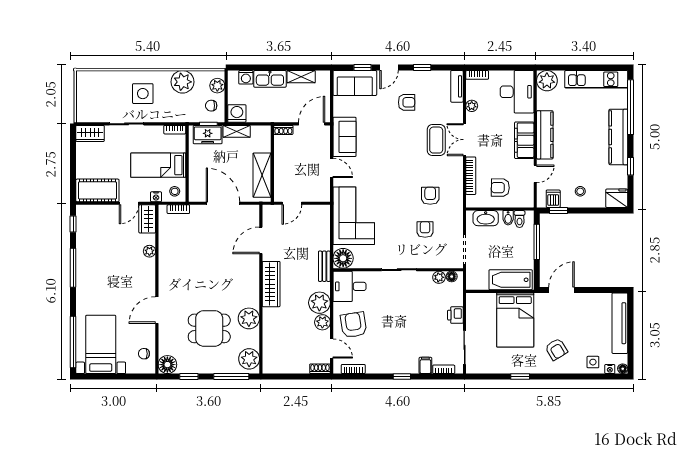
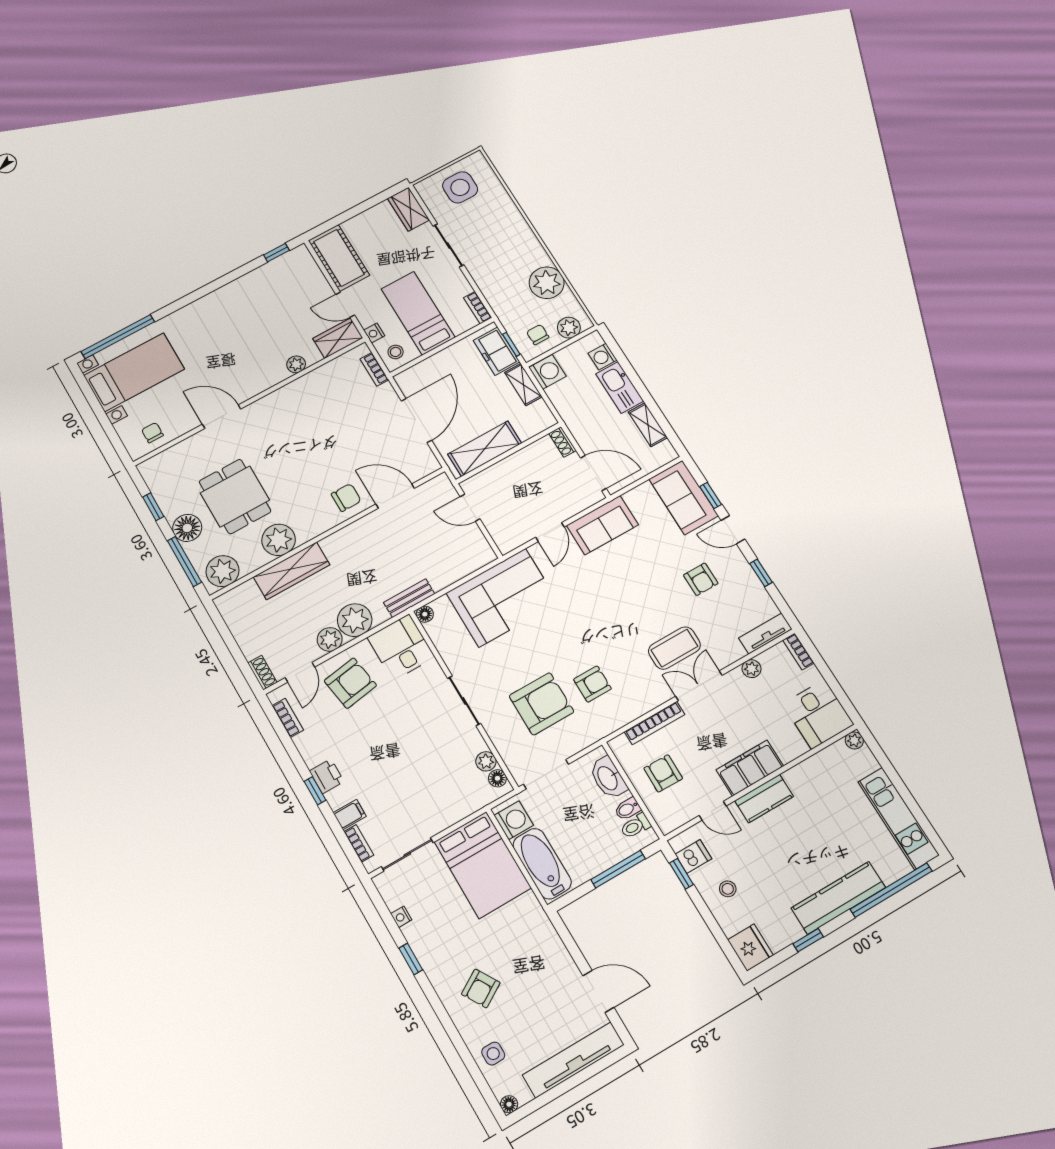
plant: (547, 81) -> (854, 740), width x0.53, depth x0.53
desk: (517, 92) -> (818, 714), width x0.73
side table: (143, 94) -> (460, 187), moved
kitchen counter: (545, 135) -> (764, 799), width x0.67
armchair: (425, 229) -> (541, 704), width x1.88, depth x1.88
floor lamp: (343, 258) -> (425, 614), width x0.53, depth x0.53
window: (73, 268) -> (218, 283), removed
chair: (246, 268) -> (346, 497), added
washing machine: (479, 281) -> (514, 820), added
wardrobe: (271, 284) -> (292, 571), moved
door: (562, 290) -> (598, 992), moved
printer: (455, 315) -> (327, 776), moved, turned 90
bed: (515, 320) -> (483, 865), moved, turned -90
floor lamp: (167, 365) -> (187, 528), moved
nightstand: (610, 369) -> (401, 917), moved

